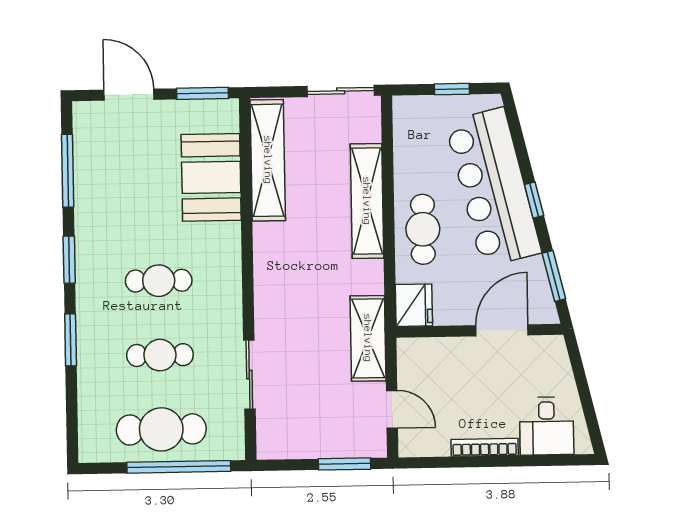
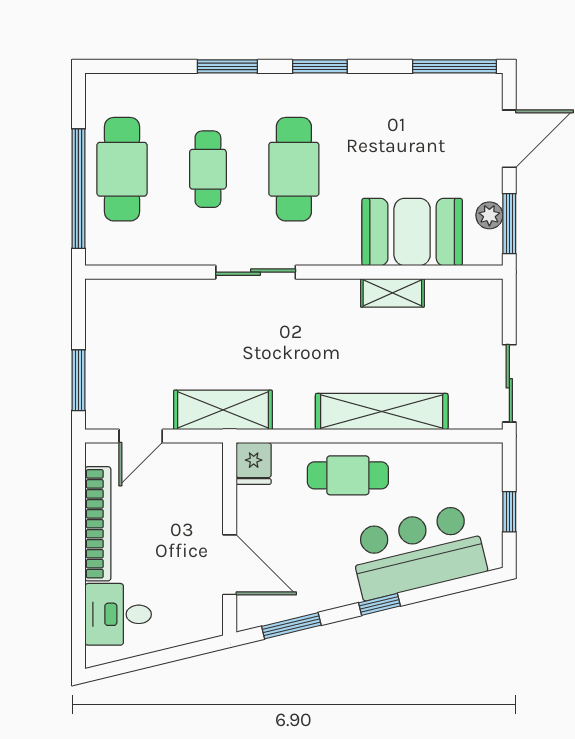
plant: (196, 111) -> (489, 215), added
shelving: (268, 160) -> (392, 293), width x0.45, depth x0.75
window: (68, 171) -> (454, 66), moved
bar counter: (493, 187) -> (418, 552), width x0.73
cafe table: (159, 281) -> (294, 169), width x1.37, depth x1.35
fridge: (414, 305) -> (254, 463), width x0.72
sliding door: (249, 374) -> (256, 272), moved
bookcase: (485, 447) -> (98, 524), width x1.48, depth x1.31

